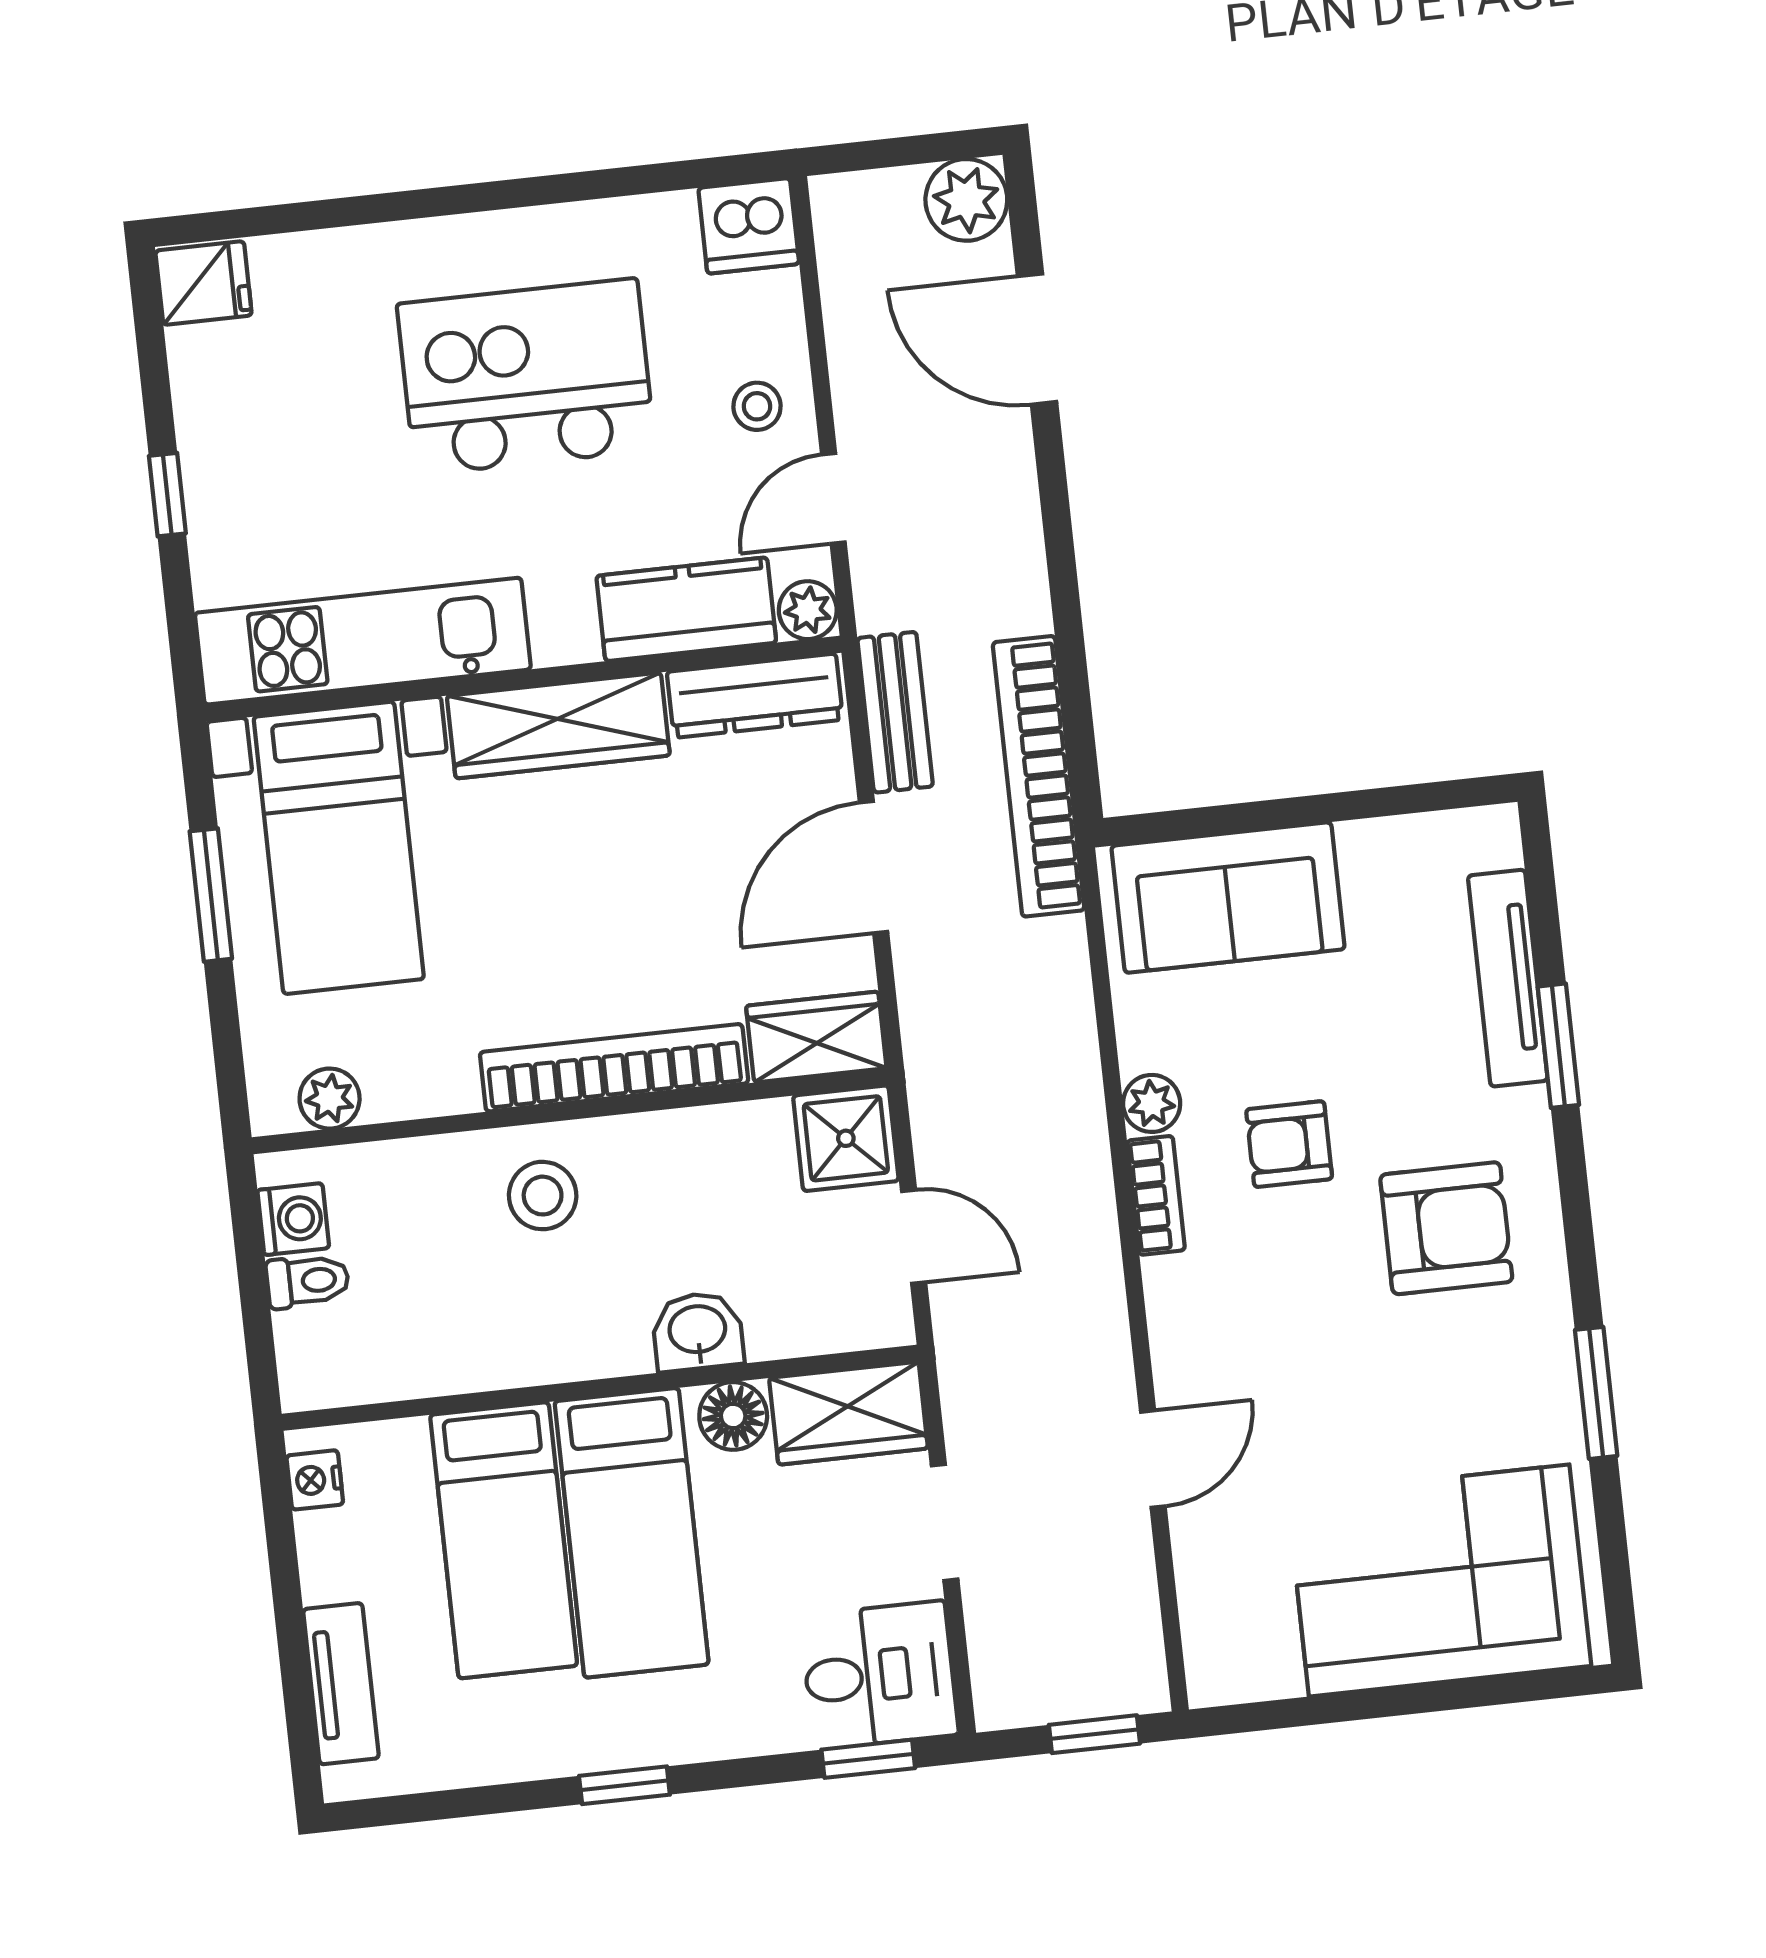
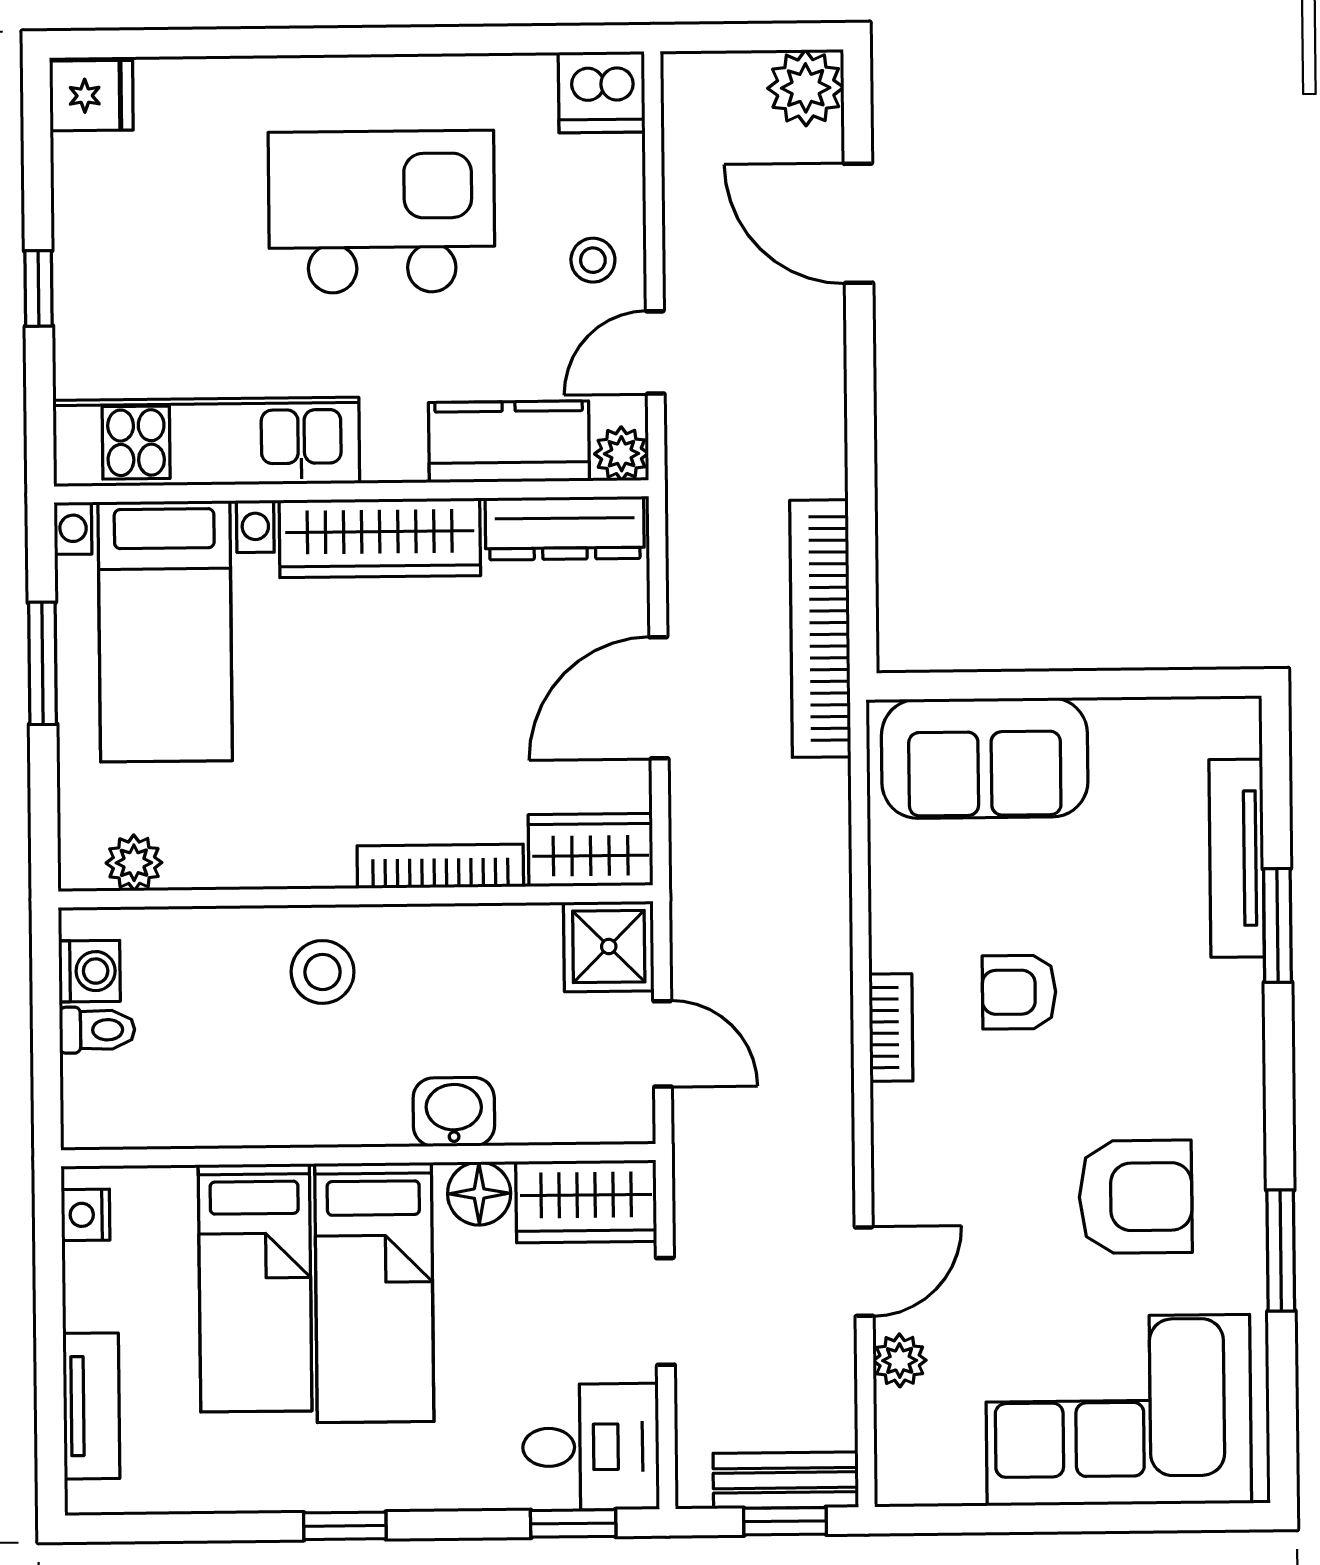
bench: (895, 712) -> (786, 1480), moved, turned 90
bookcase: (614, 1068) -> (440, 866), width x0.68, depth x0.76
plant: (1152, 1103) -> (900, 1360), moved
armchair: (1446, 1228) -> (1135, 1197), moved

